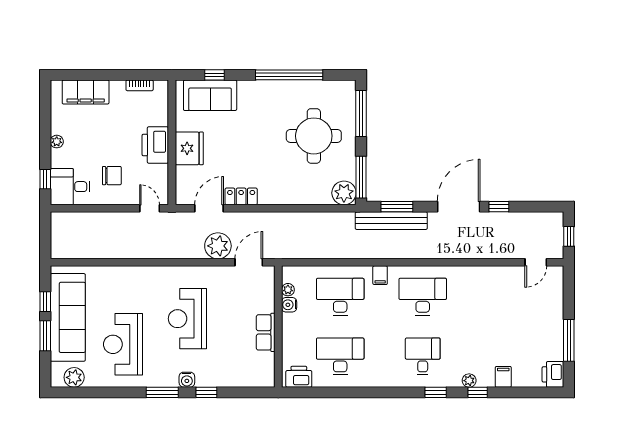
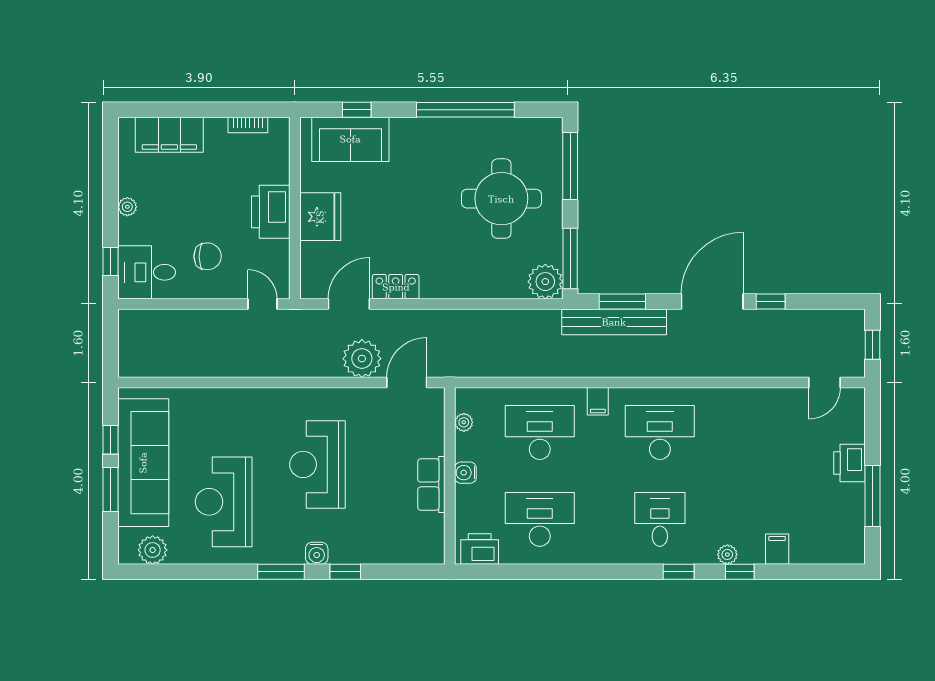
water cooler: (289, 305) -> (465, 473), moved
printer: (553, 374) -> (849, 463), moved

